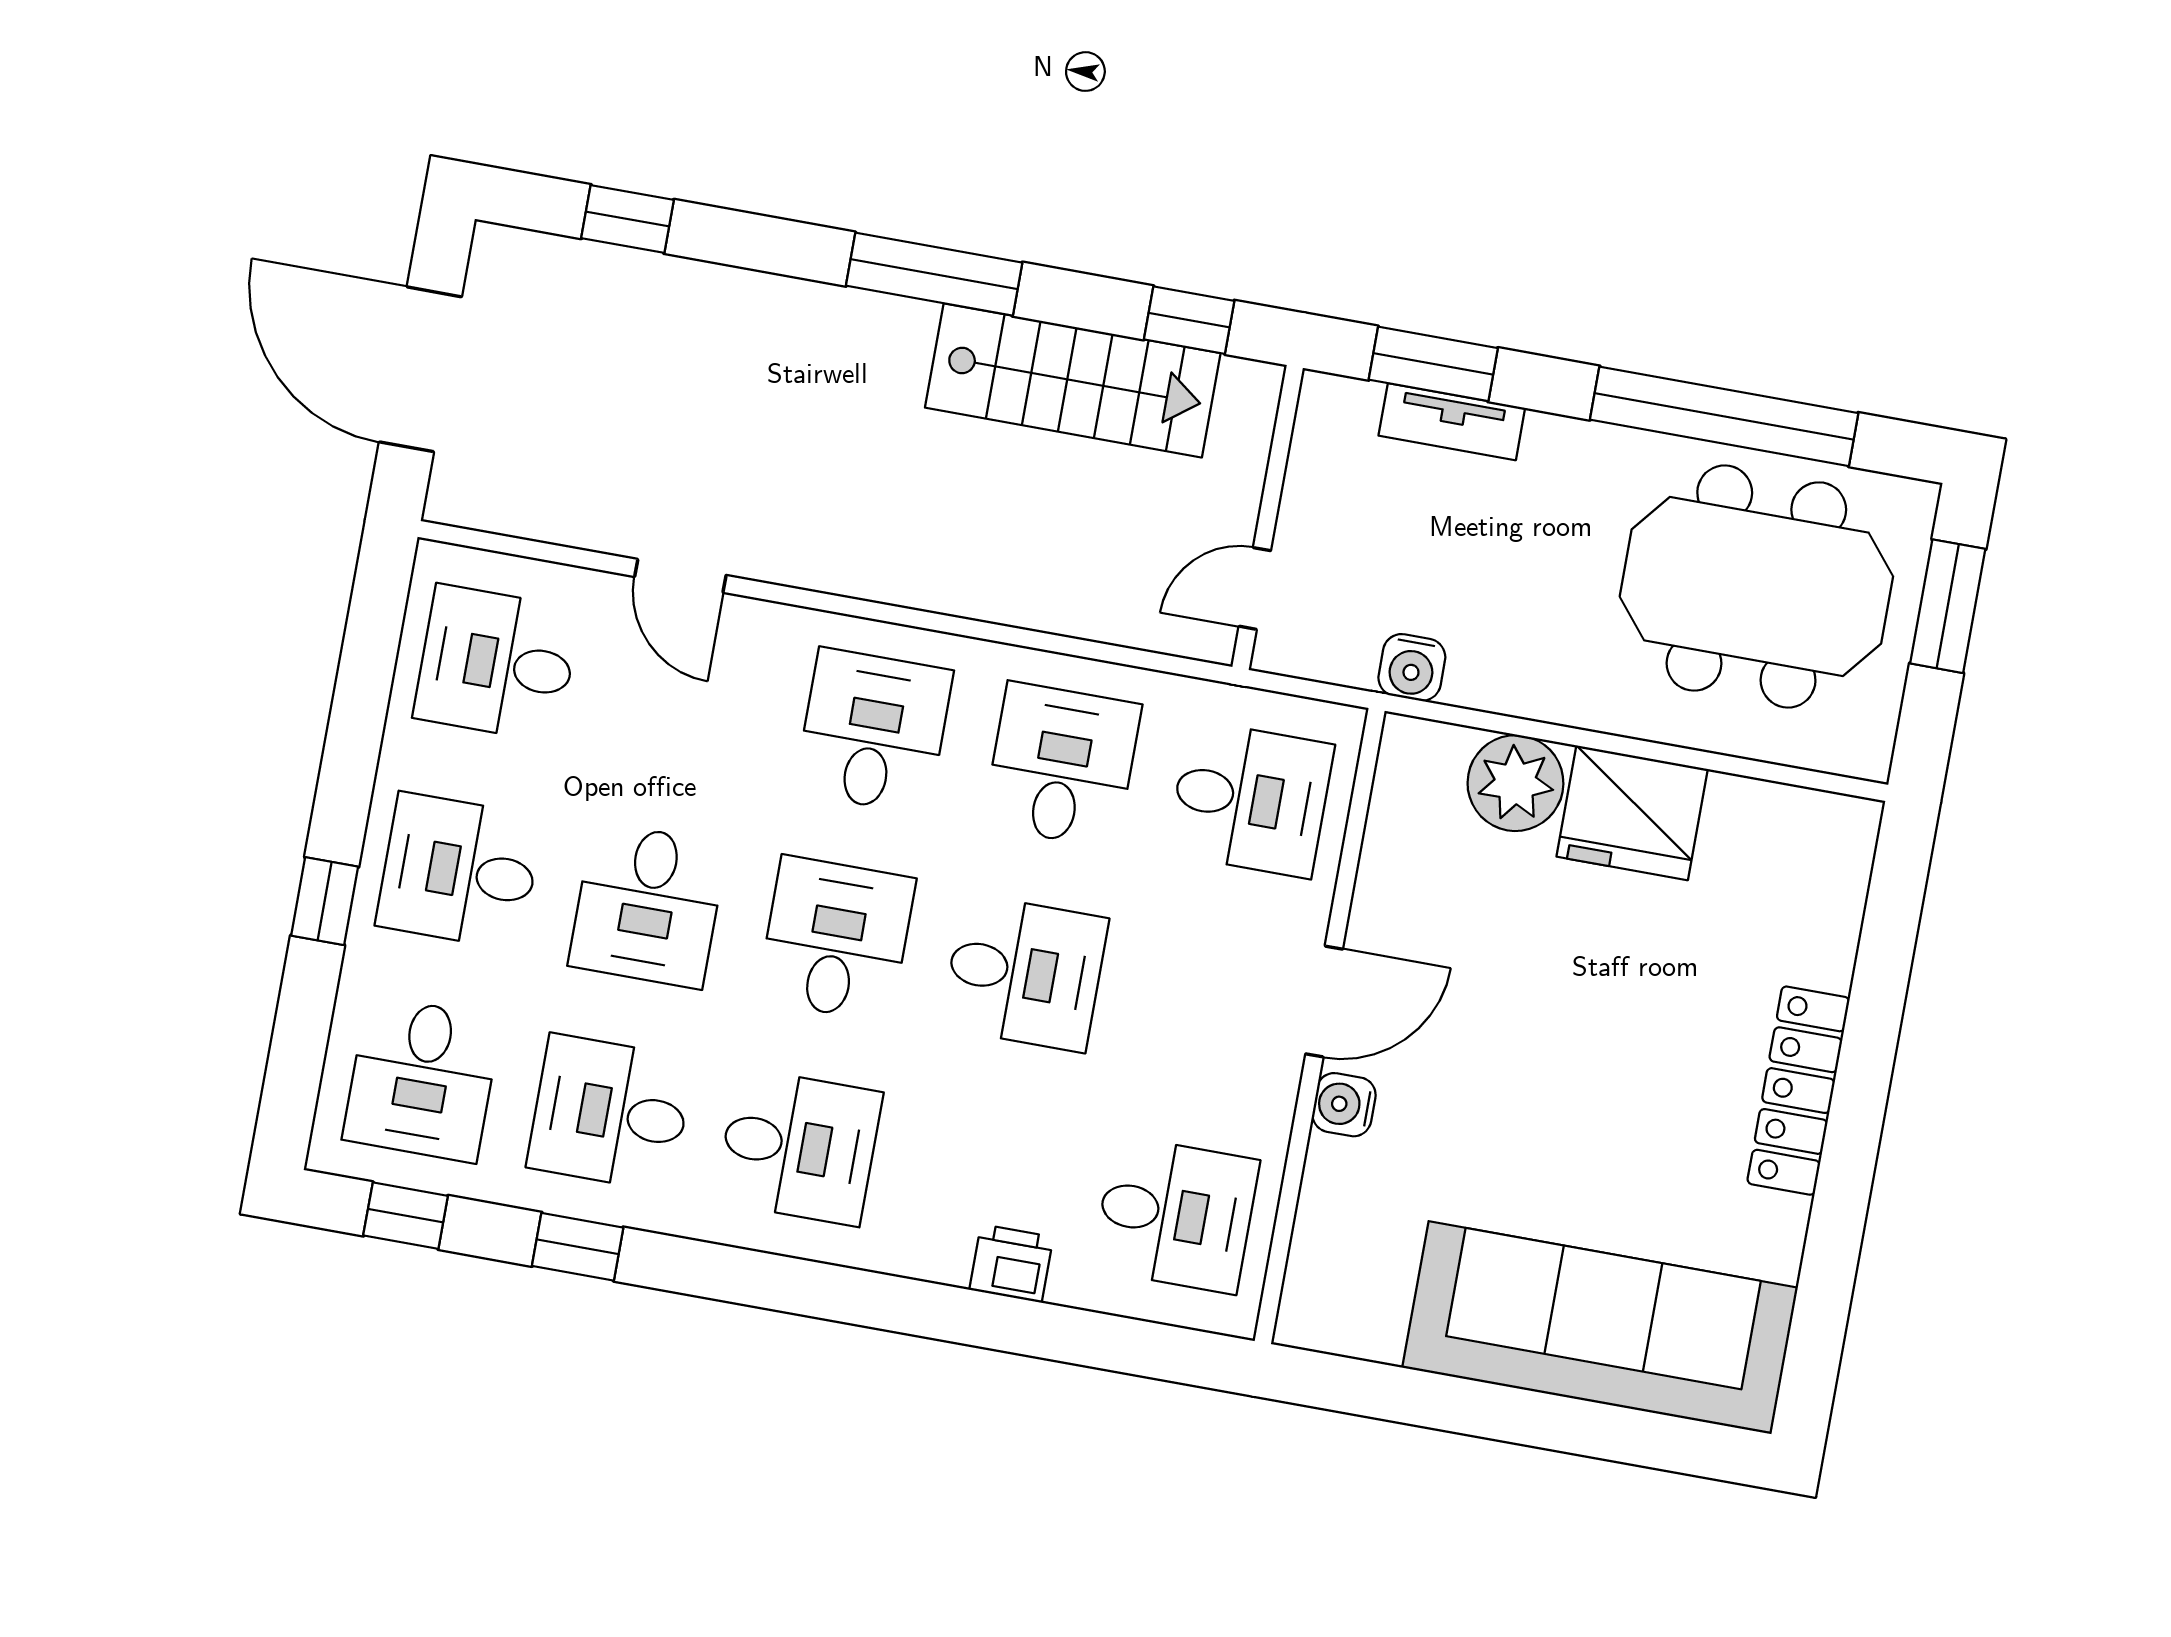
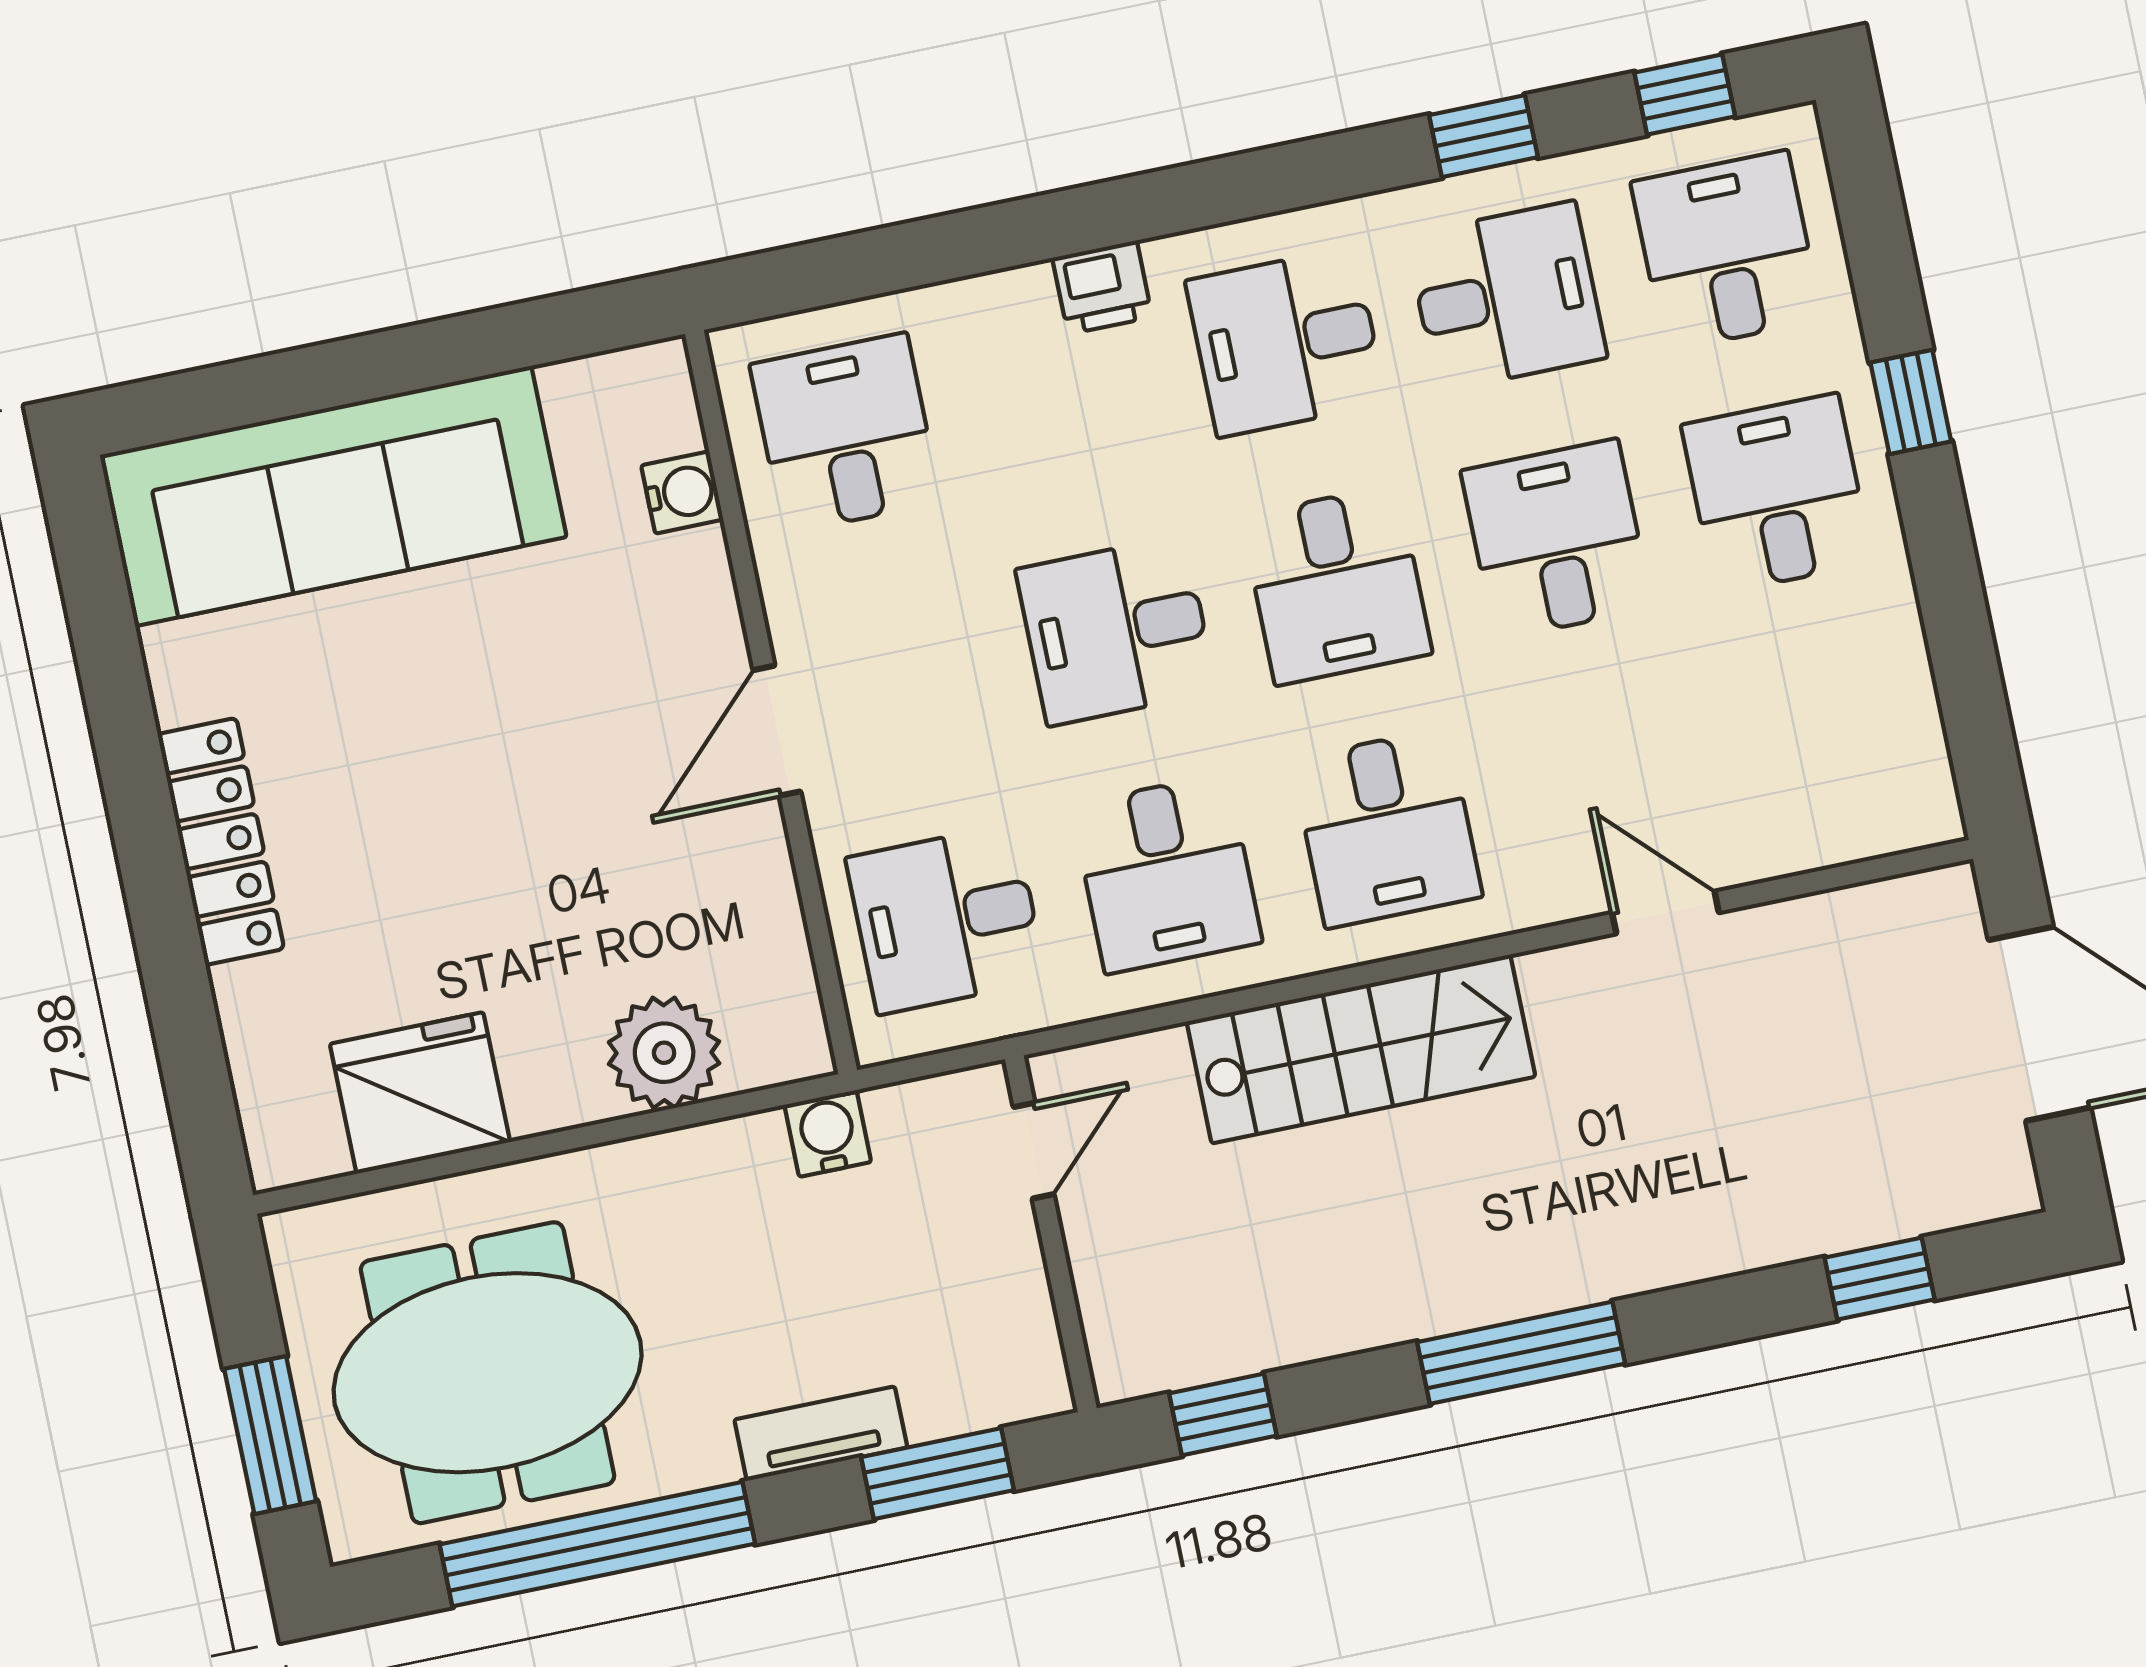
stairs: (1073, 380) -> (1361, 1049), moved, turned 180
tv unit: (1452, 422) -> (821, 1434), moved
desk: (497, 663) -> (1827, 737), removed
fridge: (1632, 813) -> (420, 1093), moved
desk: (459, 871) -> (1777, 494), turned -90
water cooler: (1344, 1105) -> (682, 492), moved
desk: (1176, 1215) -> (846, 433), turned 90
printer: (1011, 1263) -> (1102, 287), moved

